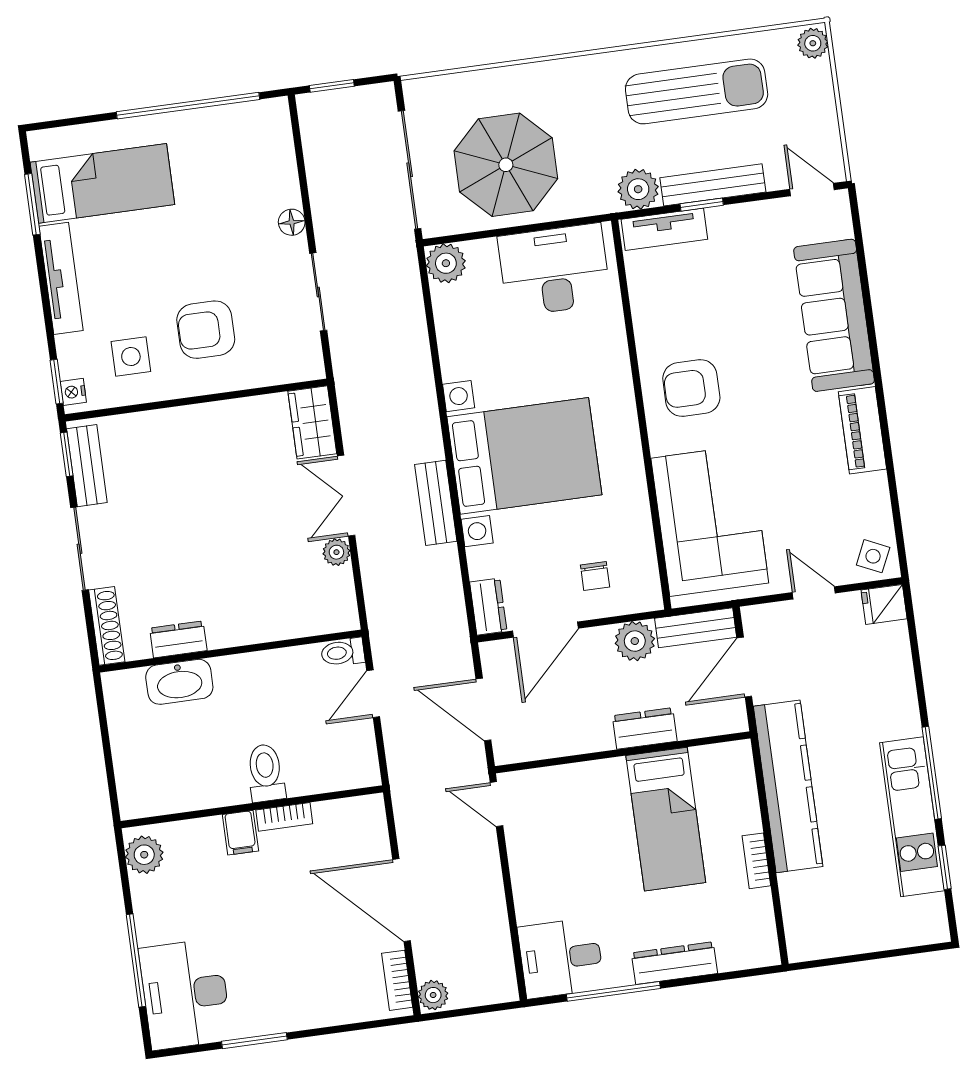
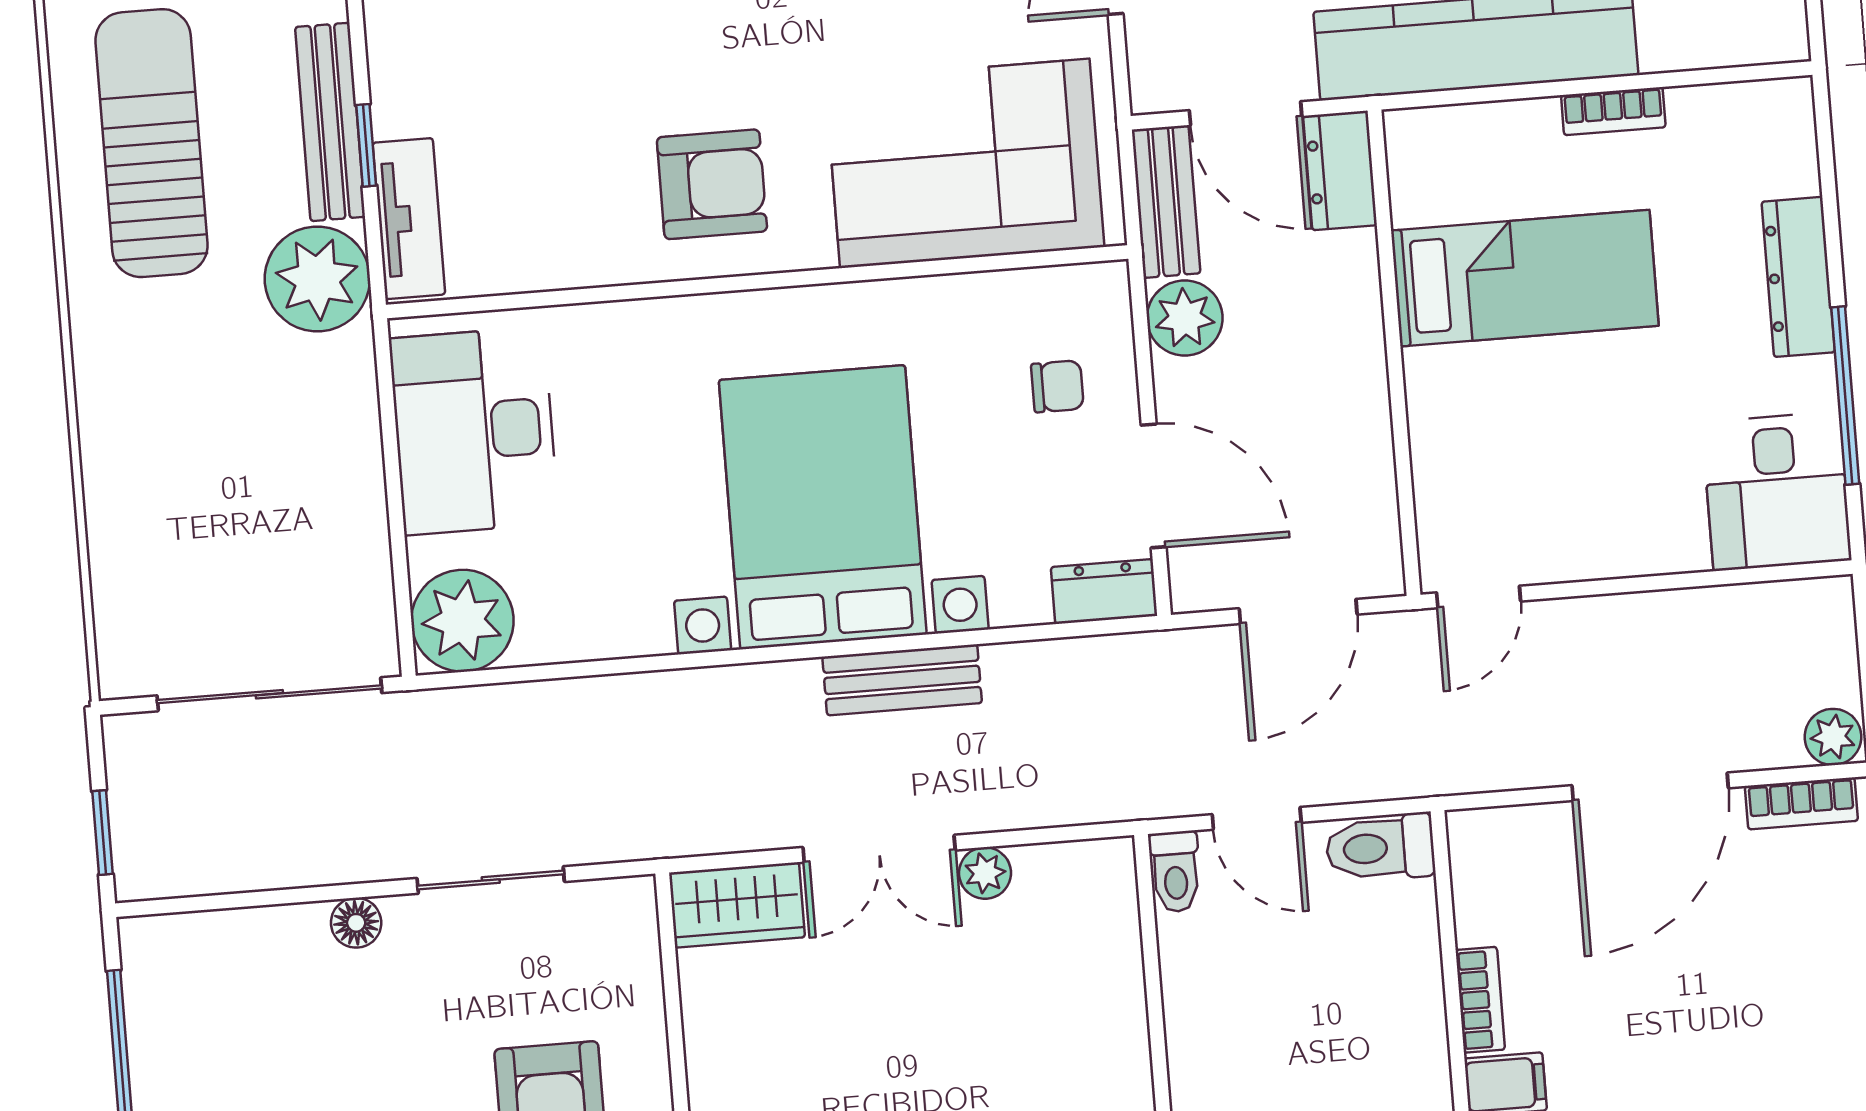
parasol: (506, 165) -> (270, 512), removed
plant: (638, 189) -> (317, 279), width x1.36, depth x1.36
plant: (446, 263) -> (462, 621), width x1.36, depth x1.36
armchair: (691, 388) -> (712, 184), turned -90
dresser: (645, 728) -> (1340, 170), moved
toilet: (266, 773) -> (1380, 848), moved

